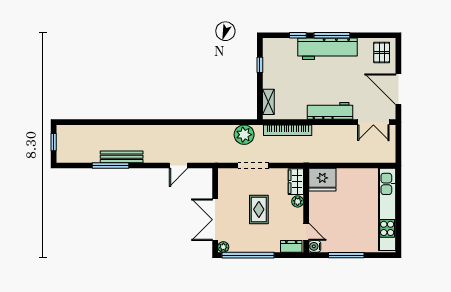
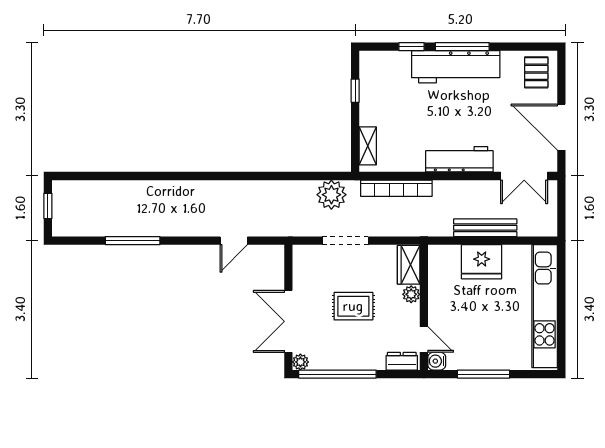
bench: (122, 157) -> (485, 228), moved
fridge: (322, 180) -> (482, 262), moved
rug: (259, 209) -> (353, 306), turned 90

